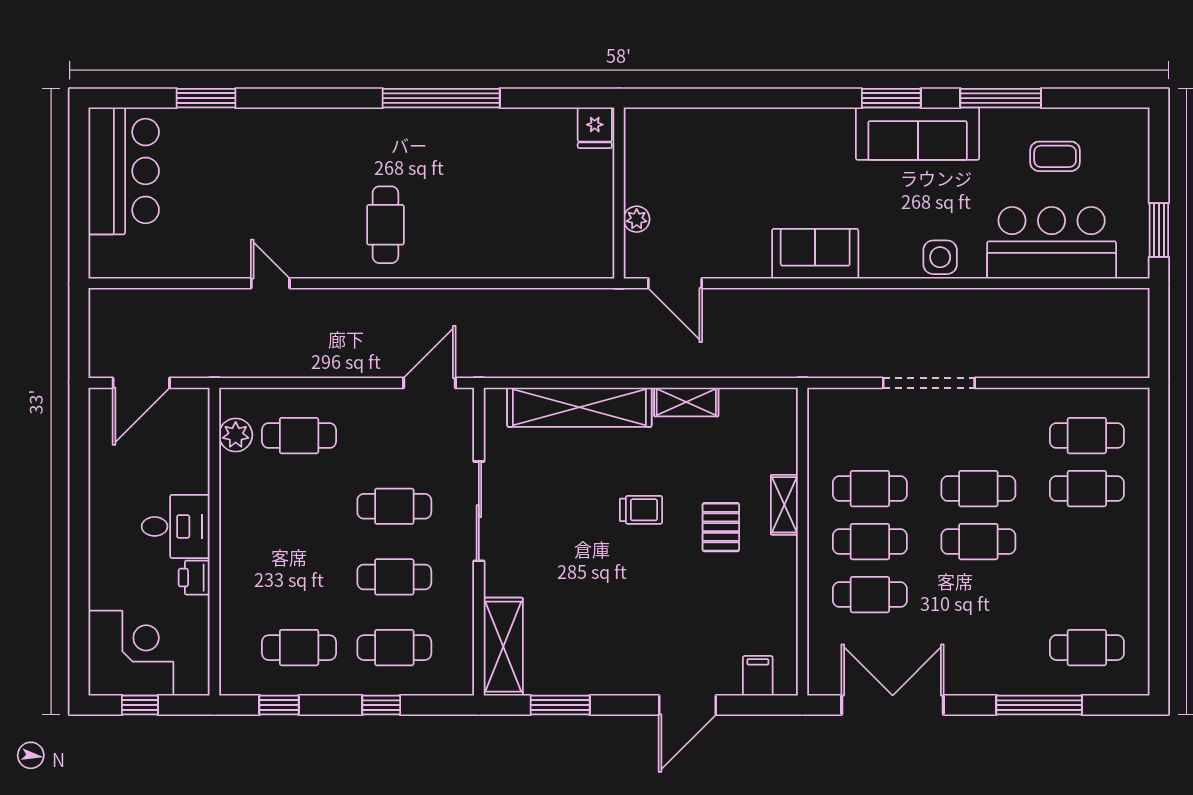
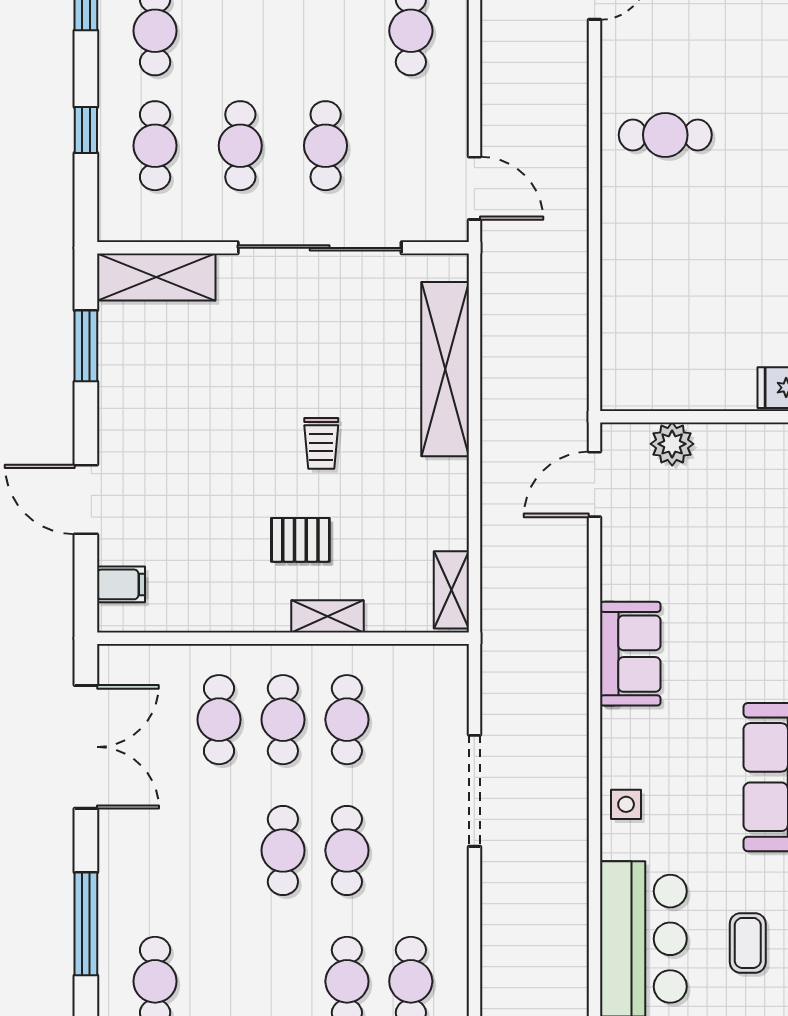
plant: (637, 219) -> (672, 444), width x1.38, depth x1.38
side table: (940, 257) -> (626, 804), width x0.73, depth x0.73
shelving: (686, 402) -> (451, 590), moved
sliding door: (479, 511) -> (320, 248), width x1.36

